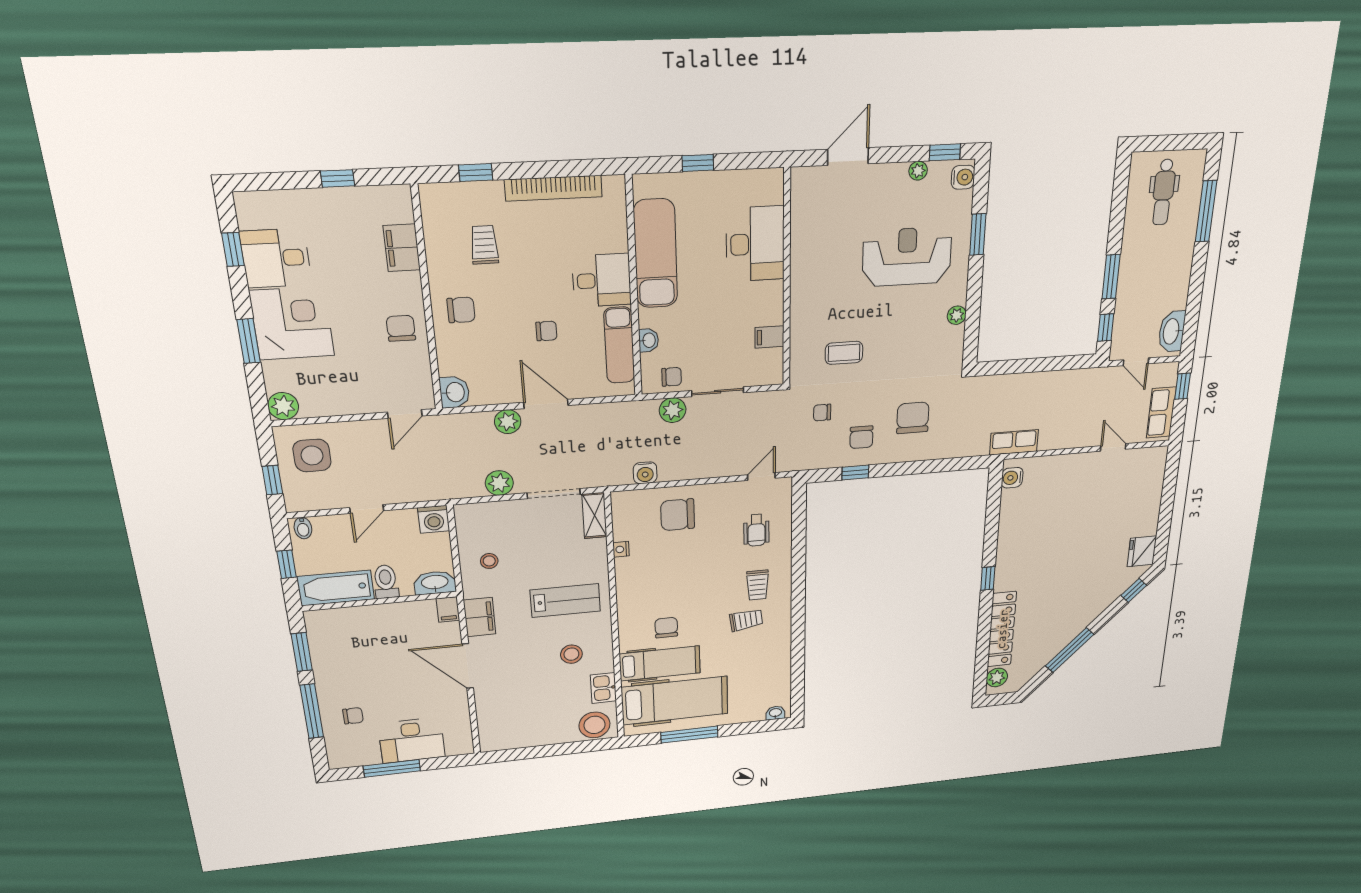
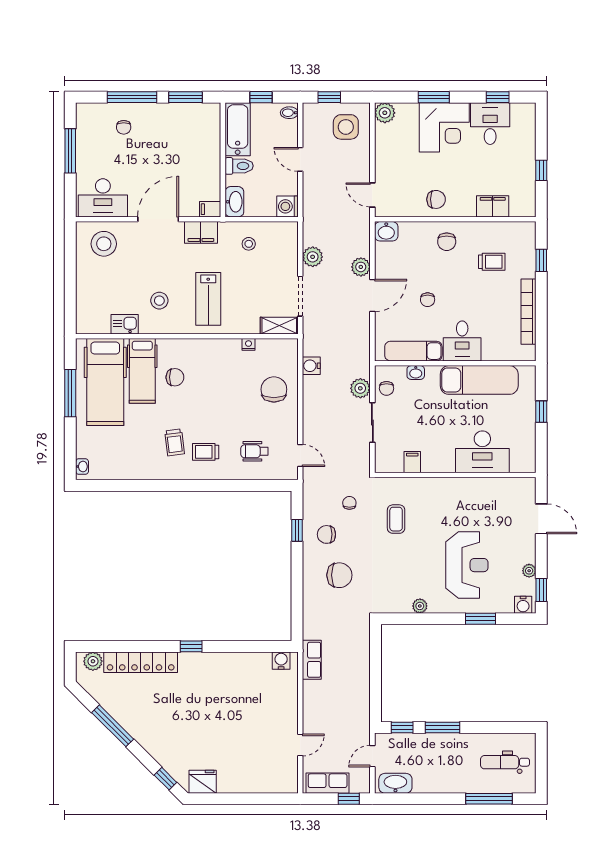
stool: (594, 725) -> (104, 244), moved
desk: (412, 740) -> (103, 198), moved, turned -90

